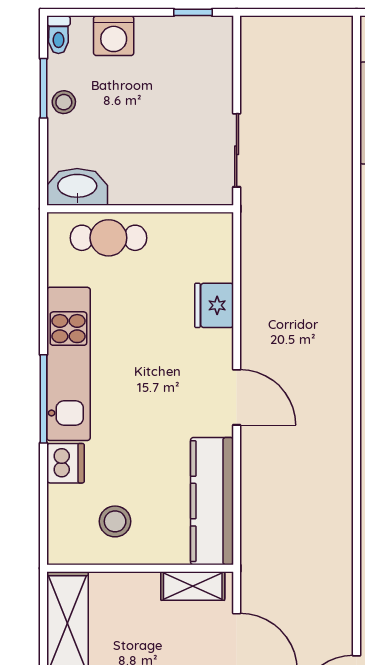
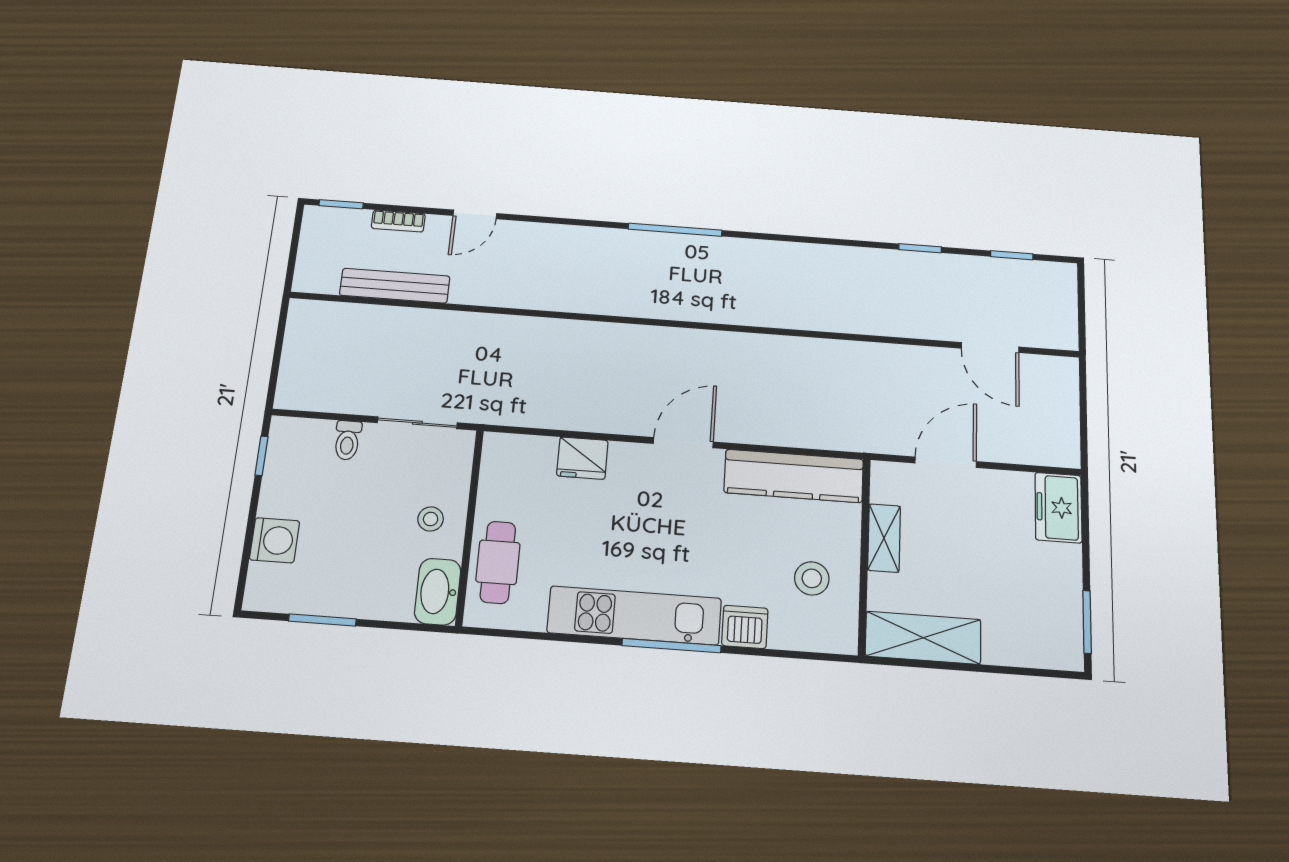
toilet: (58, 35) -> (347, 440), moved, turned 90
stool: (64, 102) -> (431, 519), moved
shelving: (193, 586) -> (884, 538), moved

